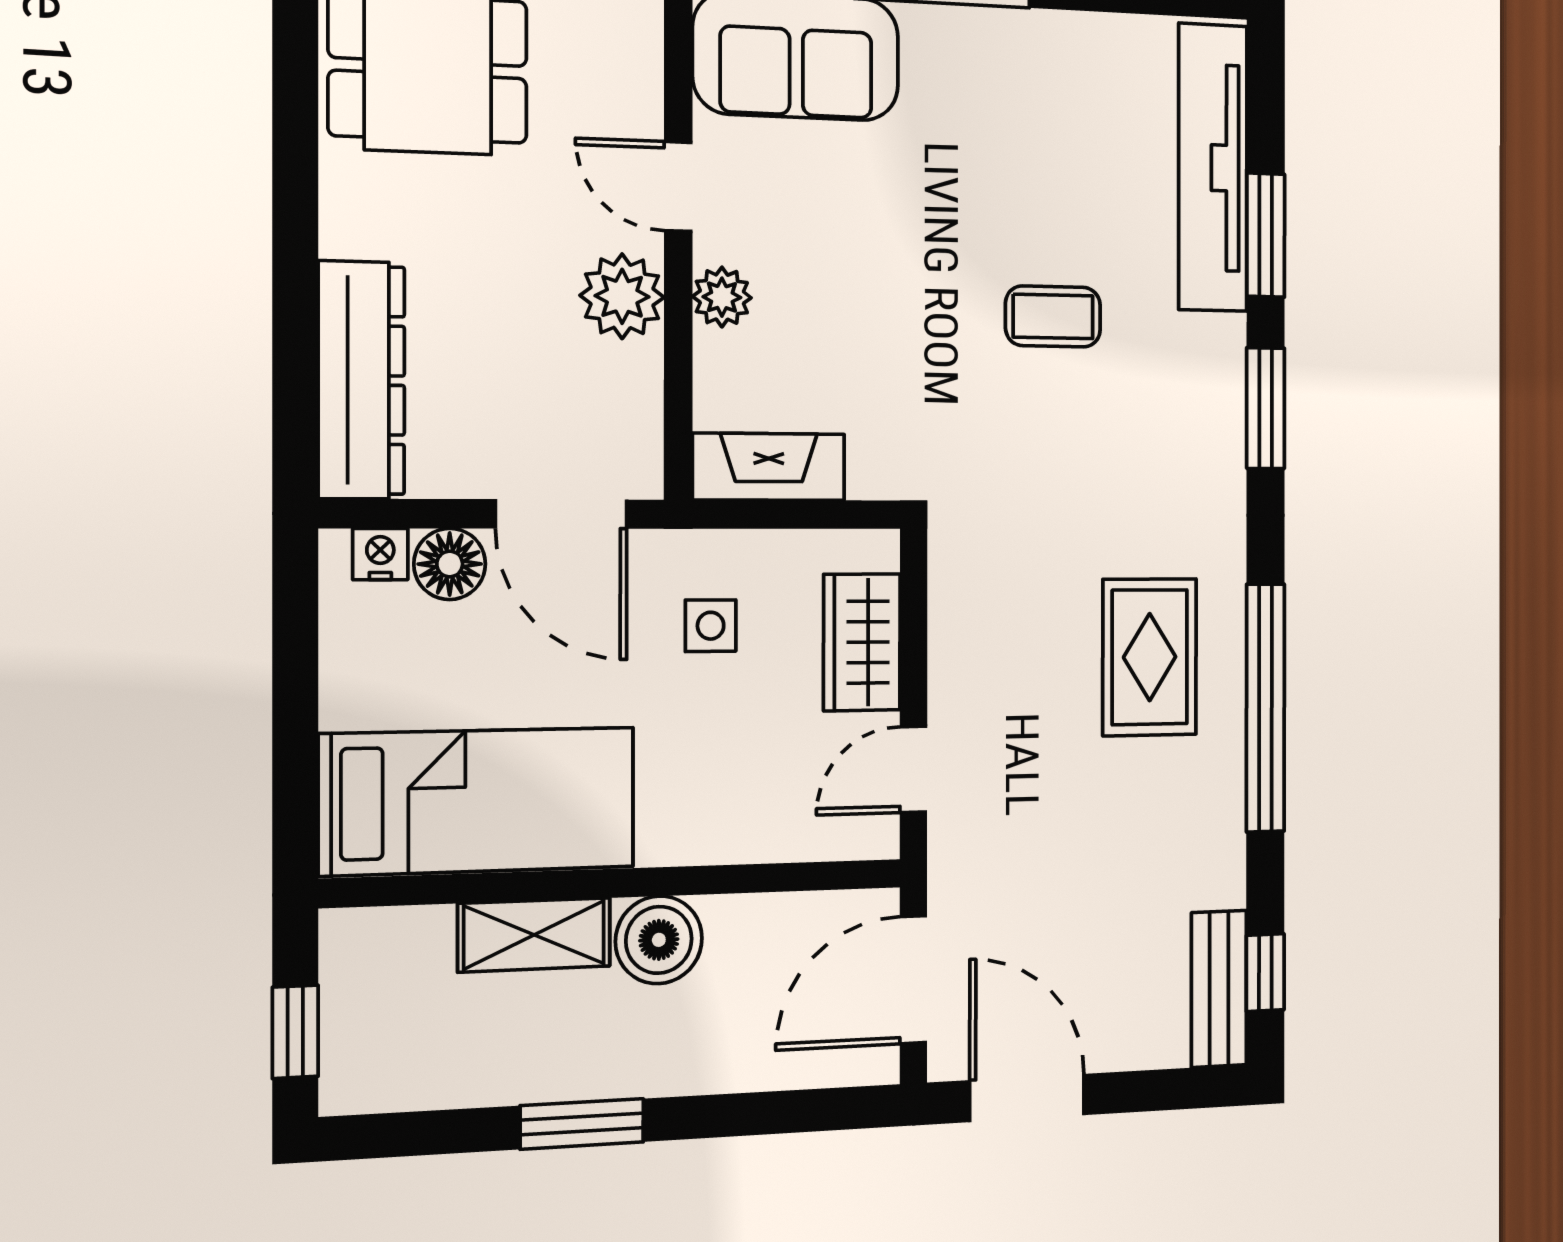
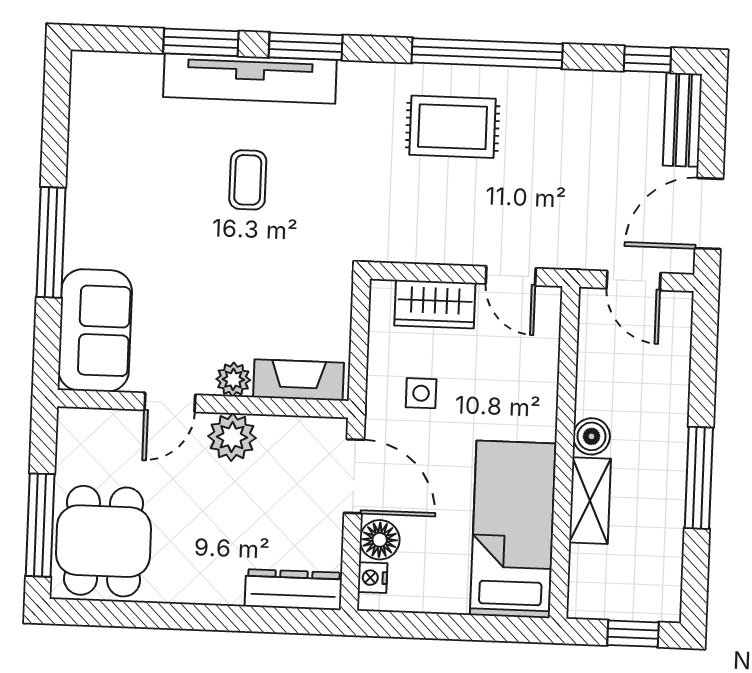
tv unit: (1213, 168) -> (250, 78), moved
dresser: (361, 380) -> (293, 590), width x0.73, depth x0.80
fireplace: (769, 467) -> (298, 380), moved, turned 90
door: (561, 514) -> (354, 476), hinge flipped
boiler: (659, 940) -> (592, 436), width x0.73, depth x0.73
door: (913, 980) -> (633, 281), width x0.73
bench: (1219, 989) -> (683, 120), moved, turned 90
window: (582, 1124) -> (699, 478), width x1.44

